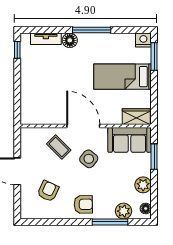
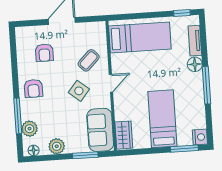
bed: (39, 94) -> (140, 37), added
door: (83, 126) -> (111, 83), width x0.53
armchair: (48, 191) -> (44, 53), turned 65

